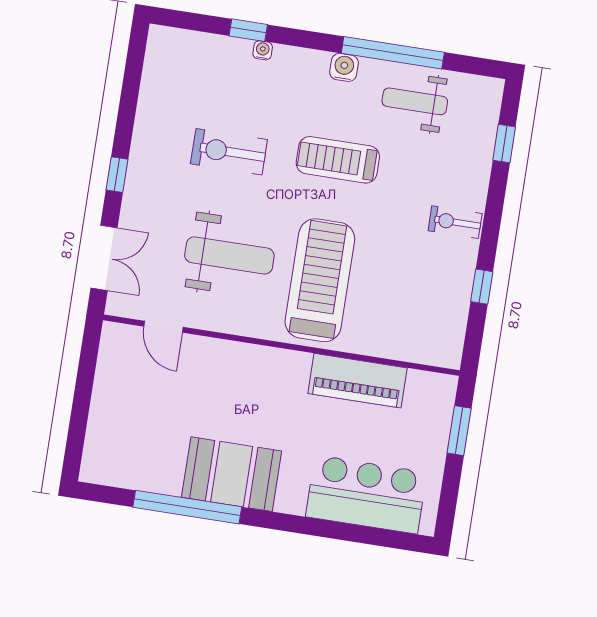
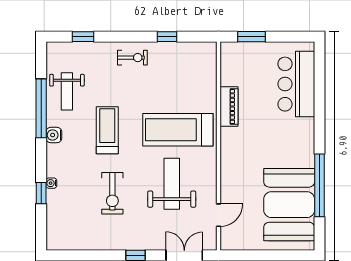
treadmill: (338, 160) -> (107, 130), turned 180
exercise bike: (455, 222) -> (132, 58), turned -90
piano: (357, 381) -> (229, 107), width x0.73, depth x0.75
booth: (232, 474) -> (289, 205), moved, width x1.36, depth x1.42

